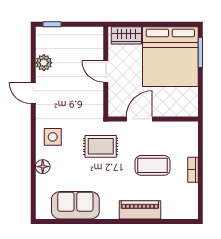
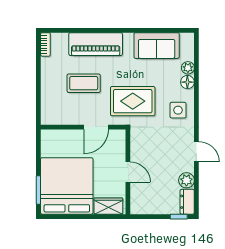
dresser: (43, 40) -> (187, 202), added
rug: (101, 146) -> (133, 101), width x1.36, depth x1.43
bookcase: (193, 170) -> (45, 44), moved
plant: (42, 182) -> (188, 68), added
piano: (140, 210) -> (96, 44), width x1.37, depth x1.33

